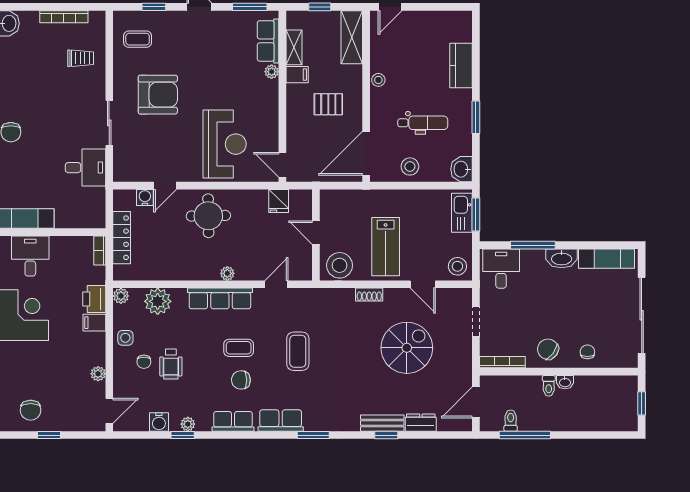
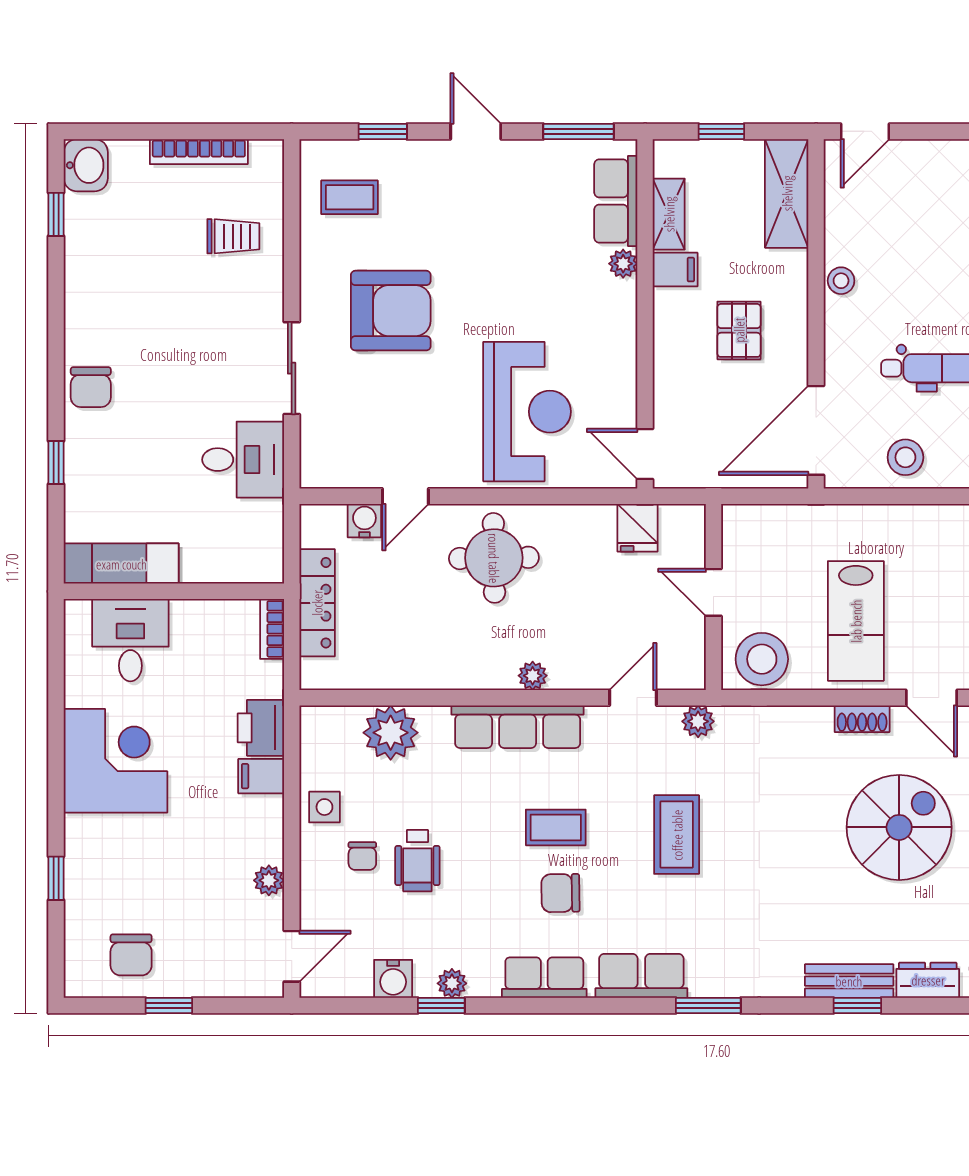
pallet: (328, 104) -> (739, 330), turned 90
shoe rack: (369, 295) -> (862, 719), moved
plant: (121, 296) -> (698, 721), moved

